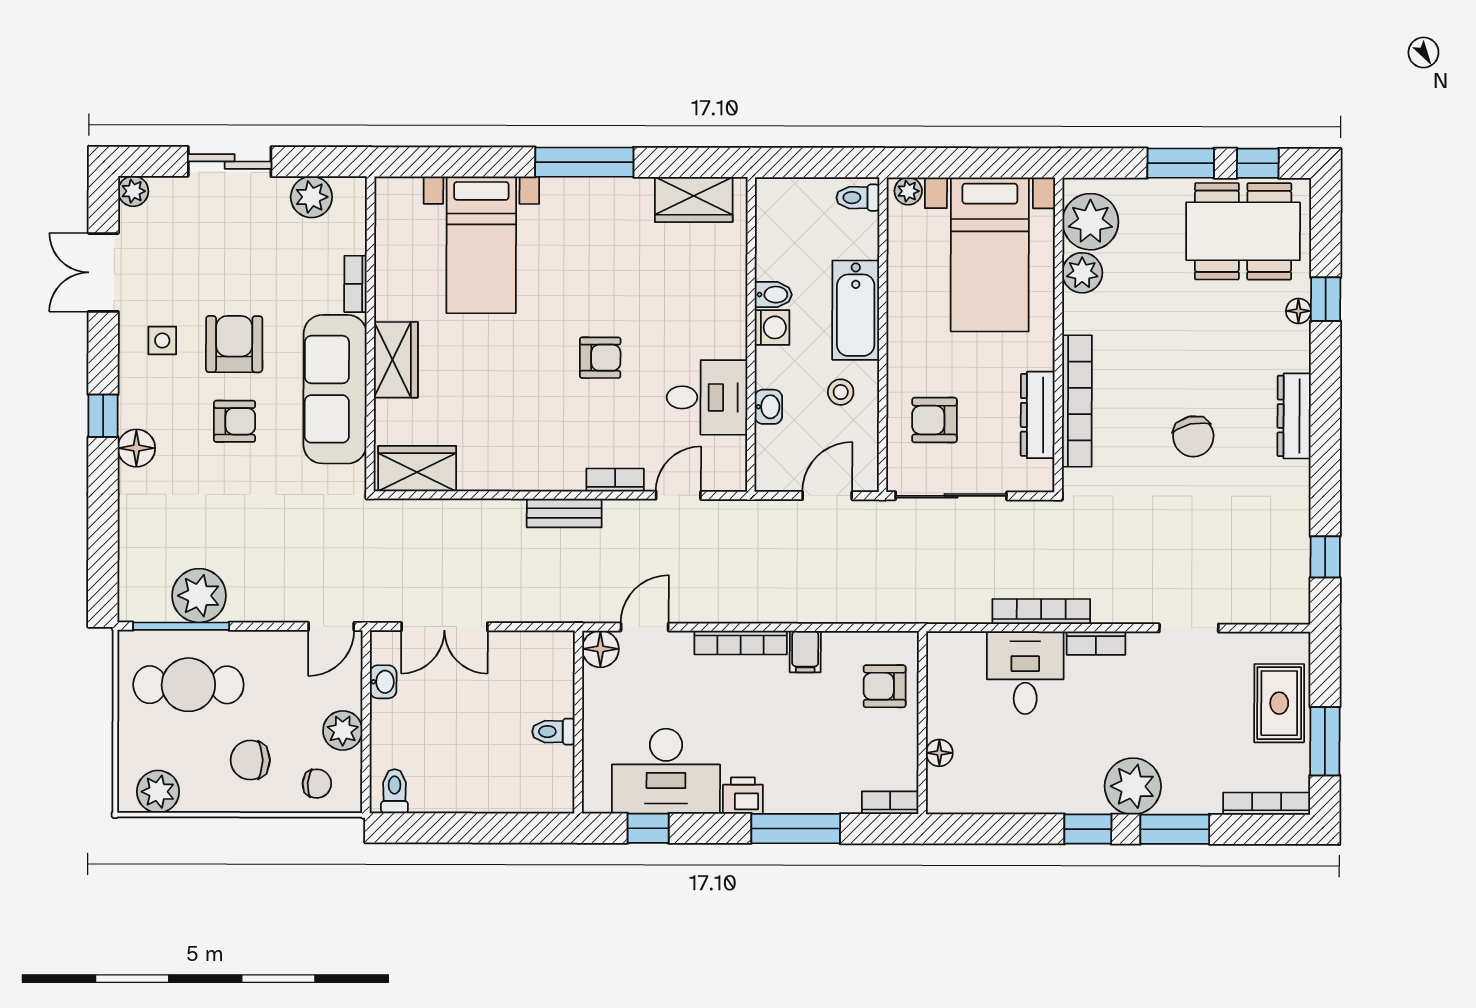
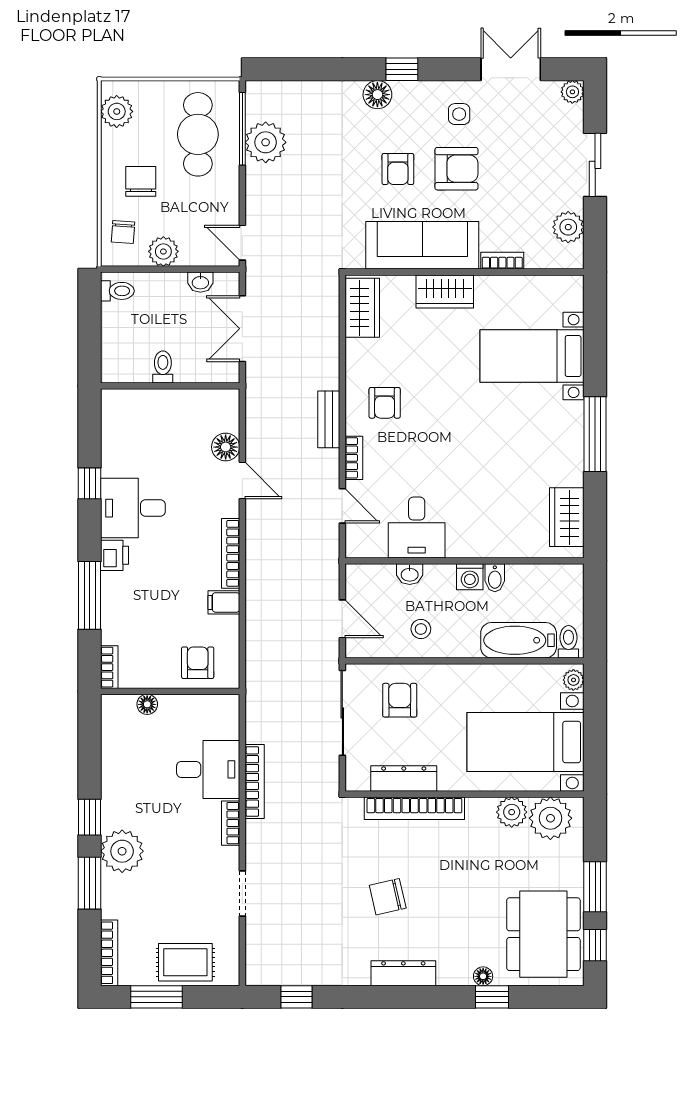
bathtub: (856, 310) -> (519, 640), moved
armchair: (600, 358) -> (385, 403), moved
wall: (578, 722) -> (170, 386), moved
toilet: (553, 732) -> (163, 367), moved
desk: (666, 771) -> (133, 508), width x0.73

